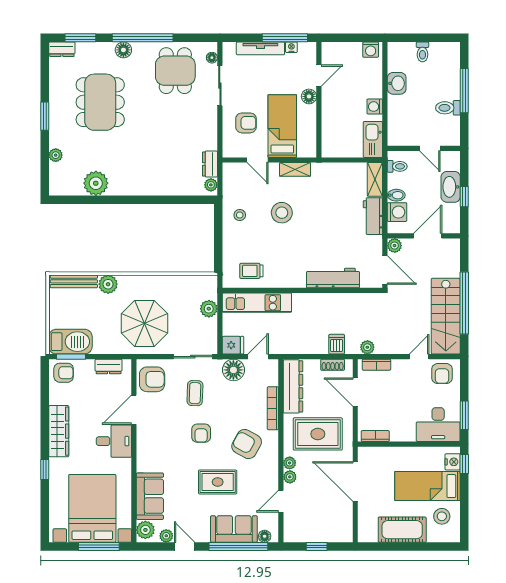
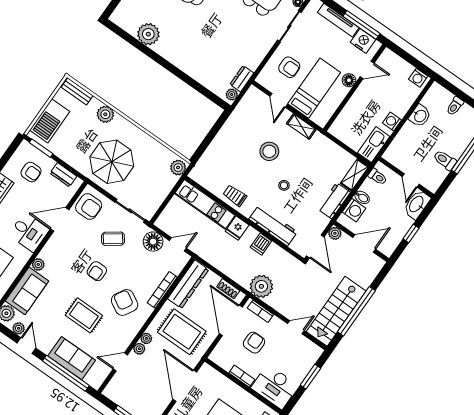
nightstand: (291, 47) -> (363, 41), width x1.89, depth x1.79
washbasin: (451, 187) -> (417, 204), moved
stool: (240, 215) -> (284, 185), moved
trolley: (251, 271) -> (235, 196), moved
bench: (74, 281) -> (77, 91), width x0.73
plant: (209, 309) -> (178, 168), moved
barbecue: (70, 342) -> (50, 121), moved, turned 90
dishwasher: (337, 344) -> (261, 244), moved, turned 180
fridge: (233, 345) -> (237, 228), moved, turned 90
plant: (367, 347) -> (261, 286), width x1.88, depth x1.88
armchair: (64, 373) -> (31, 172), moved
armchair: (442, 374) -> (254, 343), moved, turned 180
door: (355, 392) -> (231, 320), width x1.36
coffee table: (195, 393) -> (113, 239), turned 52
window: (464, 415) -> (310, 377), moved
bookcase: (375, 436) -> (242, 376), moved
plant: (143, 465) -> (38, 264), added
floor lamp: (265, 536) -> (90, 379), removed

